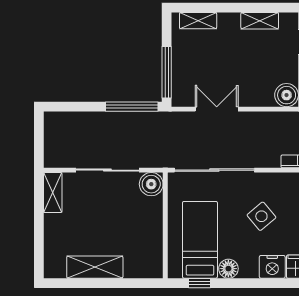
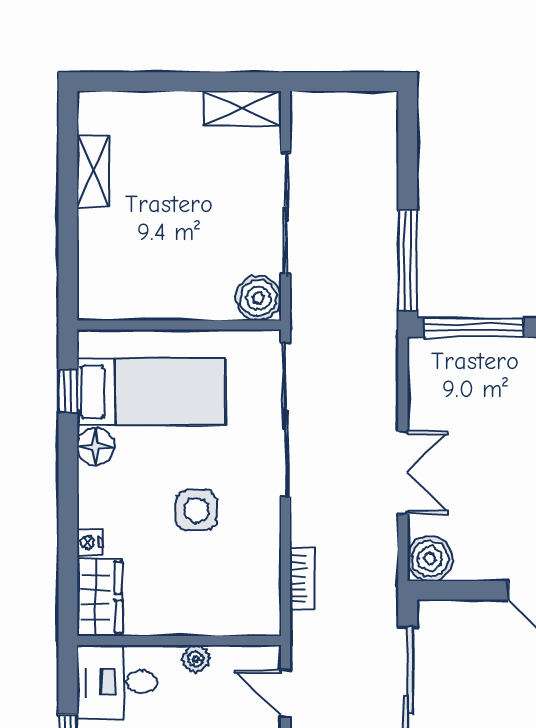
double door: (217, 109) -> (403, 473), moved
side table: (261, 216) -> (197, 510), turned 37
shelving: (95, 267) -> (93, 171), width x0.67, depth x0.75
nightstand: (272, 267) -> (89, 542), width x0.53, depth x0.56

